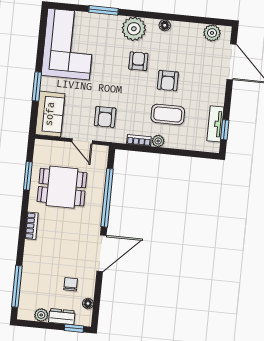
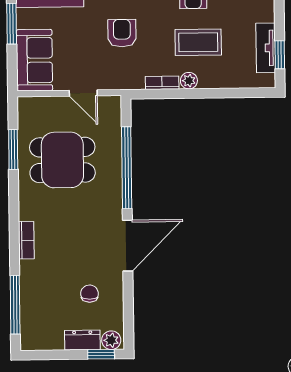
armchair: (105, 117) -> (122, 33), moved, turned 180
bookcase: (32, 226) -> (26, 240), moved
floor lamp: (88, 303) -> (117, 318), removed
plant: (41, 315) -> (111, 340), moved

